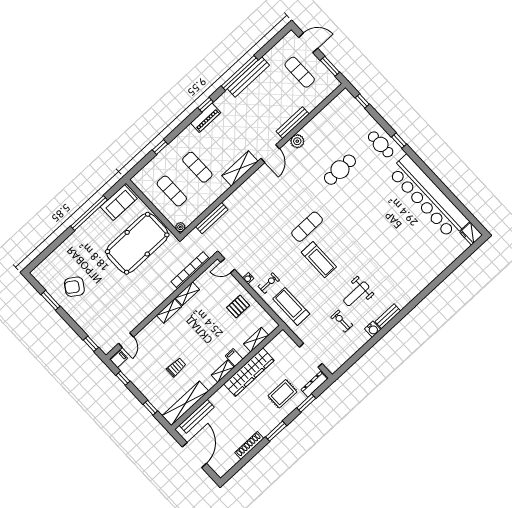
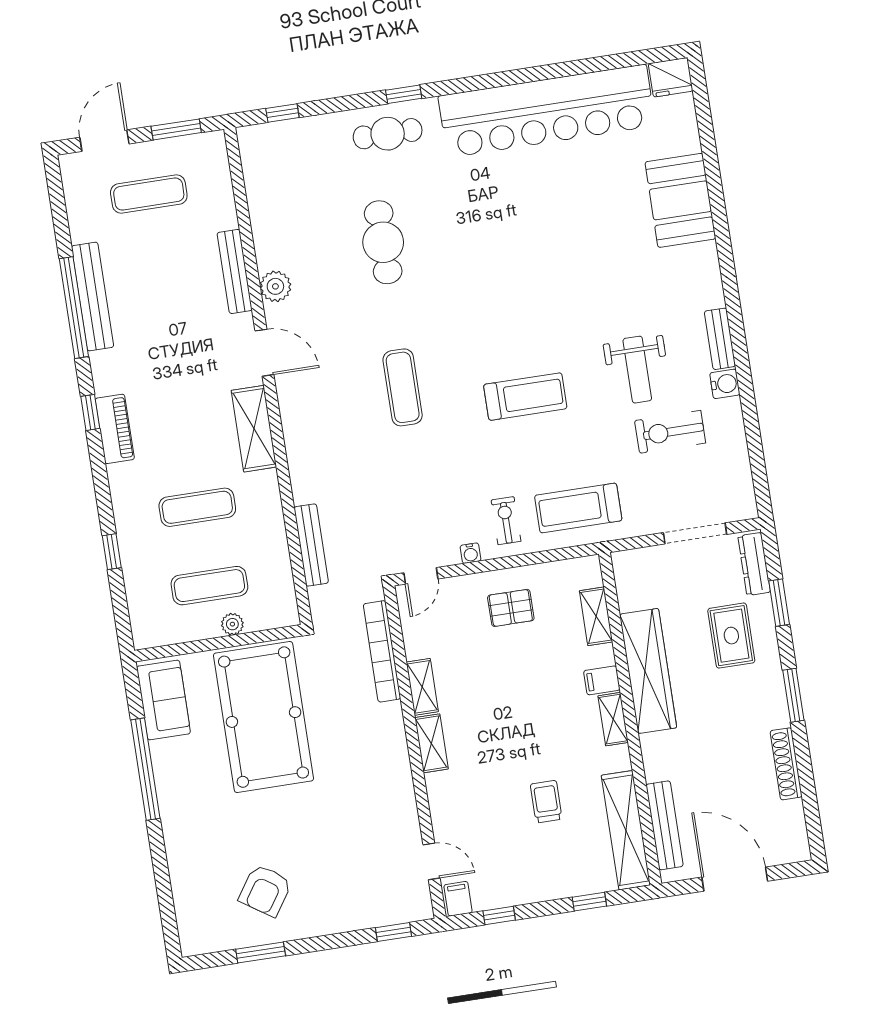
plant: (180, 227) -> (232, 624), moved
exercise mat: (307, 227) -> (403, 387), moved
booth: (429, 268) -> (680, 200), added
pallet: (238, 306) -> (511, 608), turned 90
exercise bike: (342, 321) -> (670, 432), width x1.38, depth x1.39

